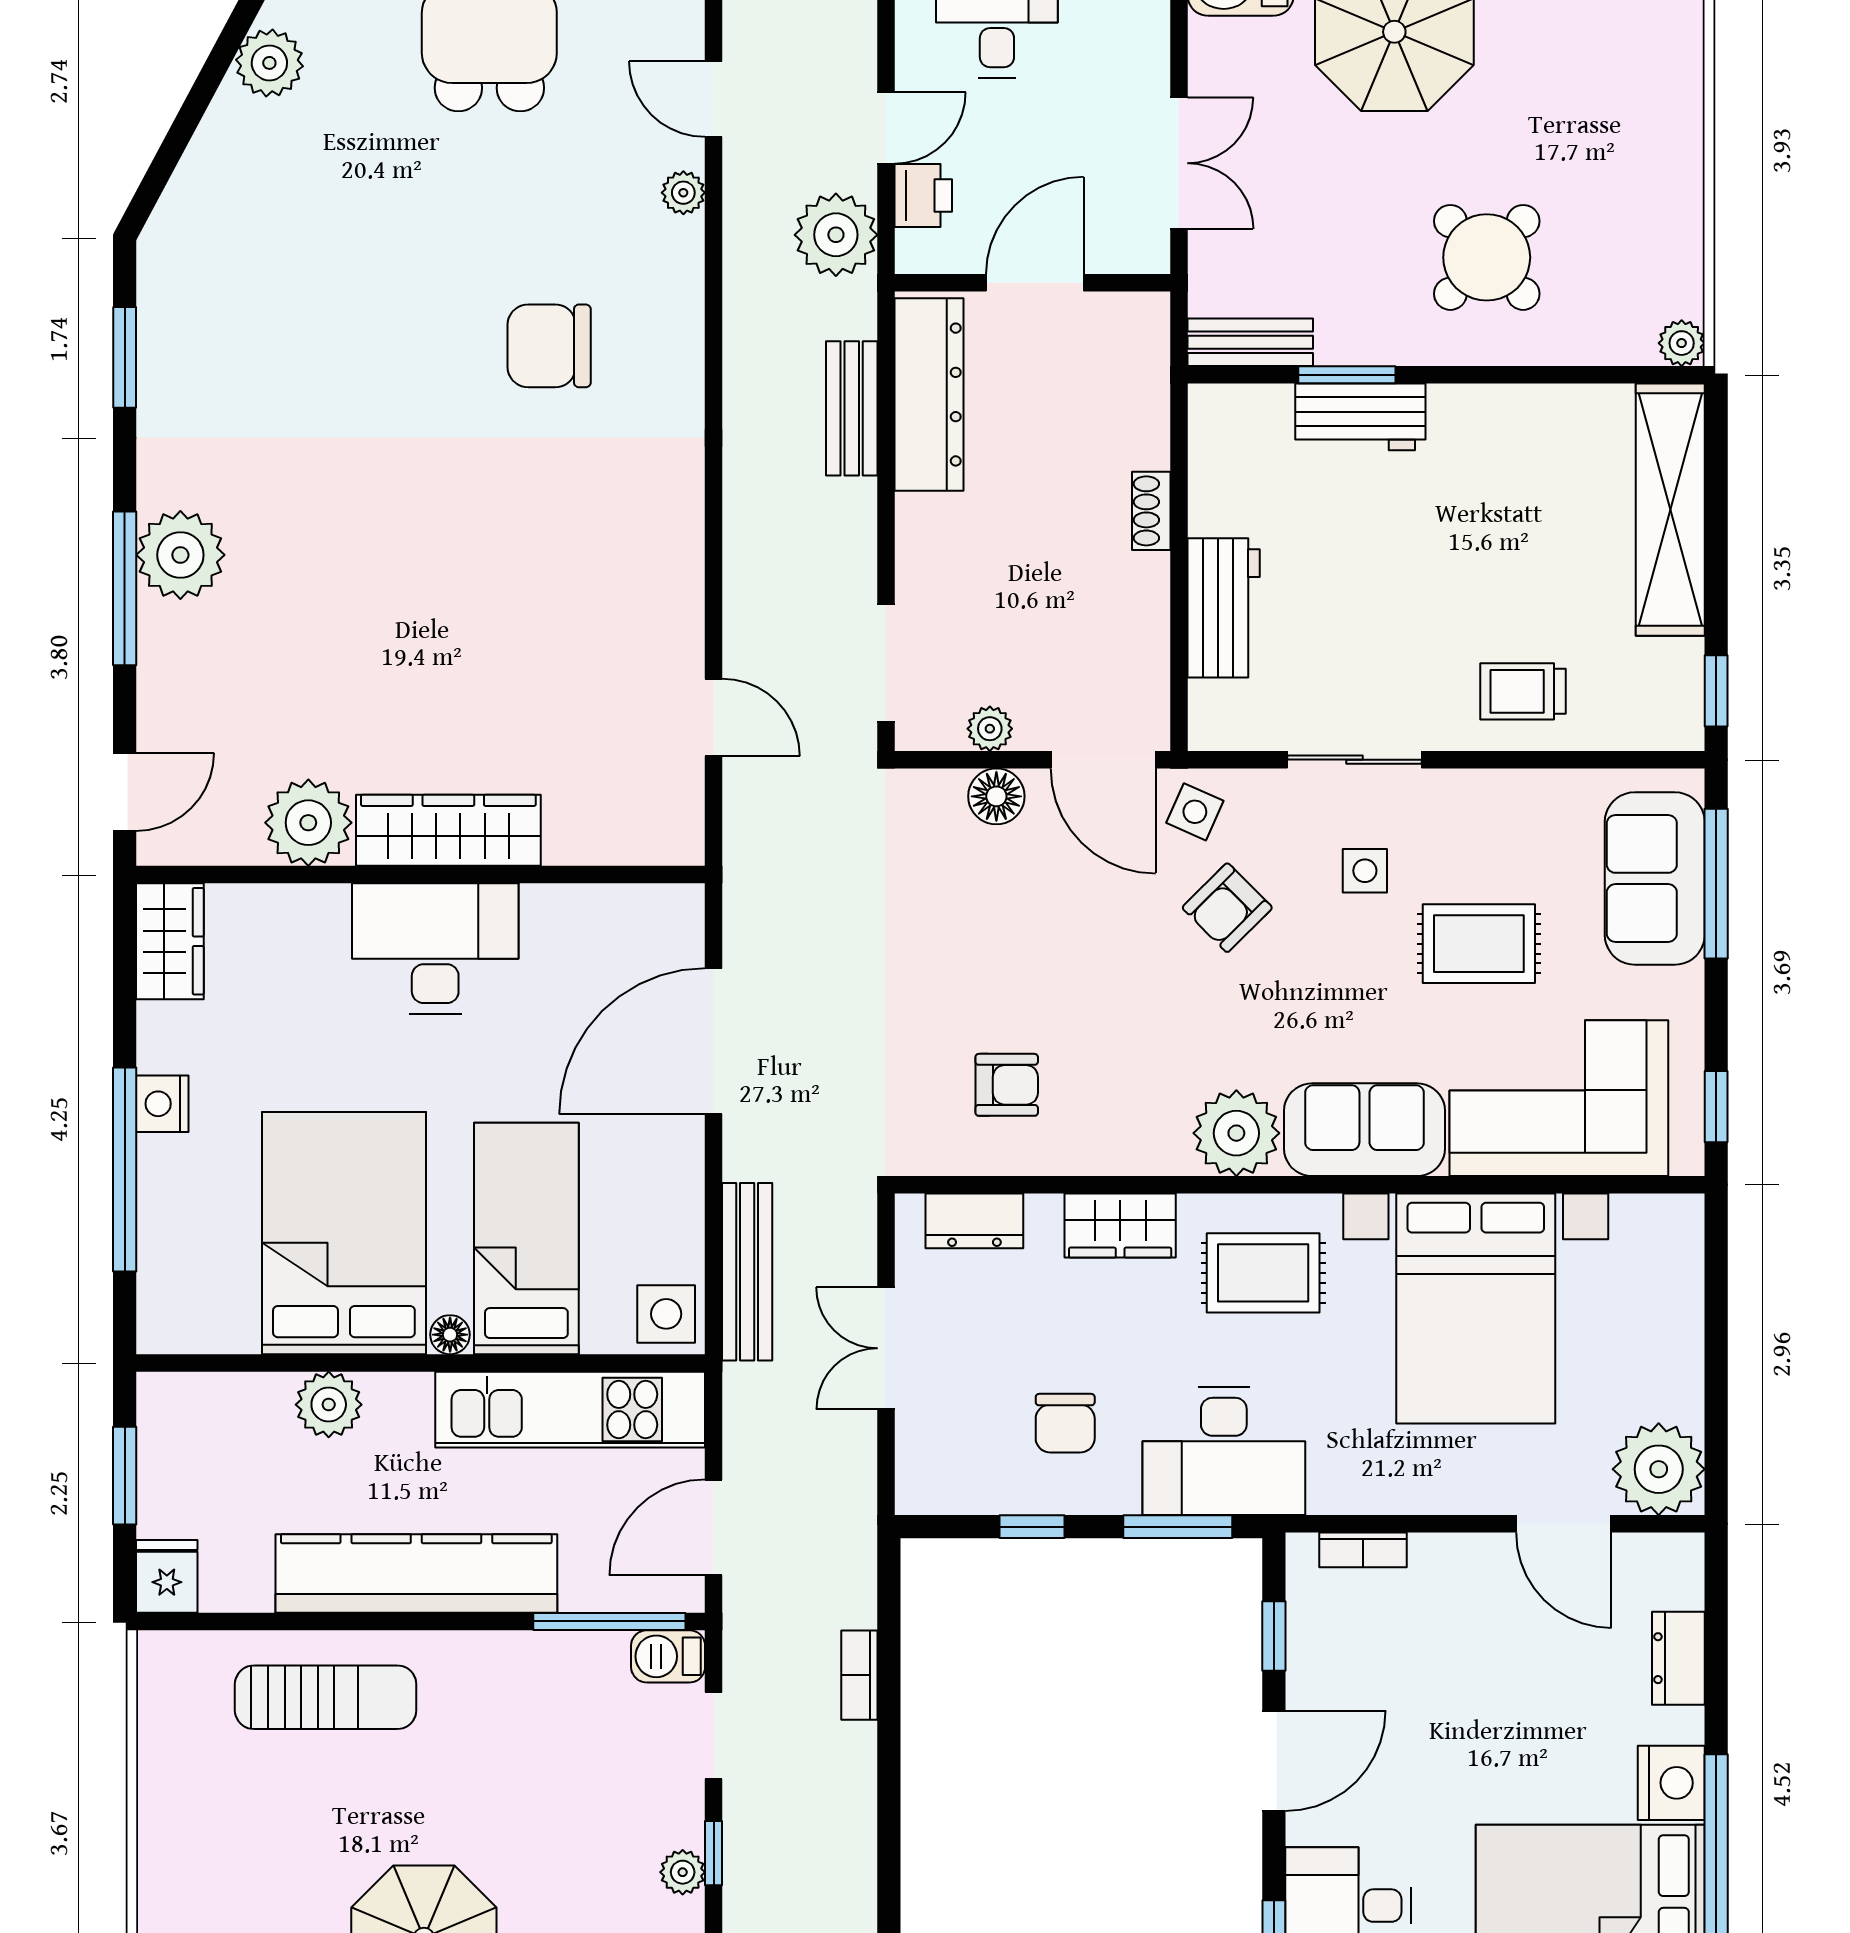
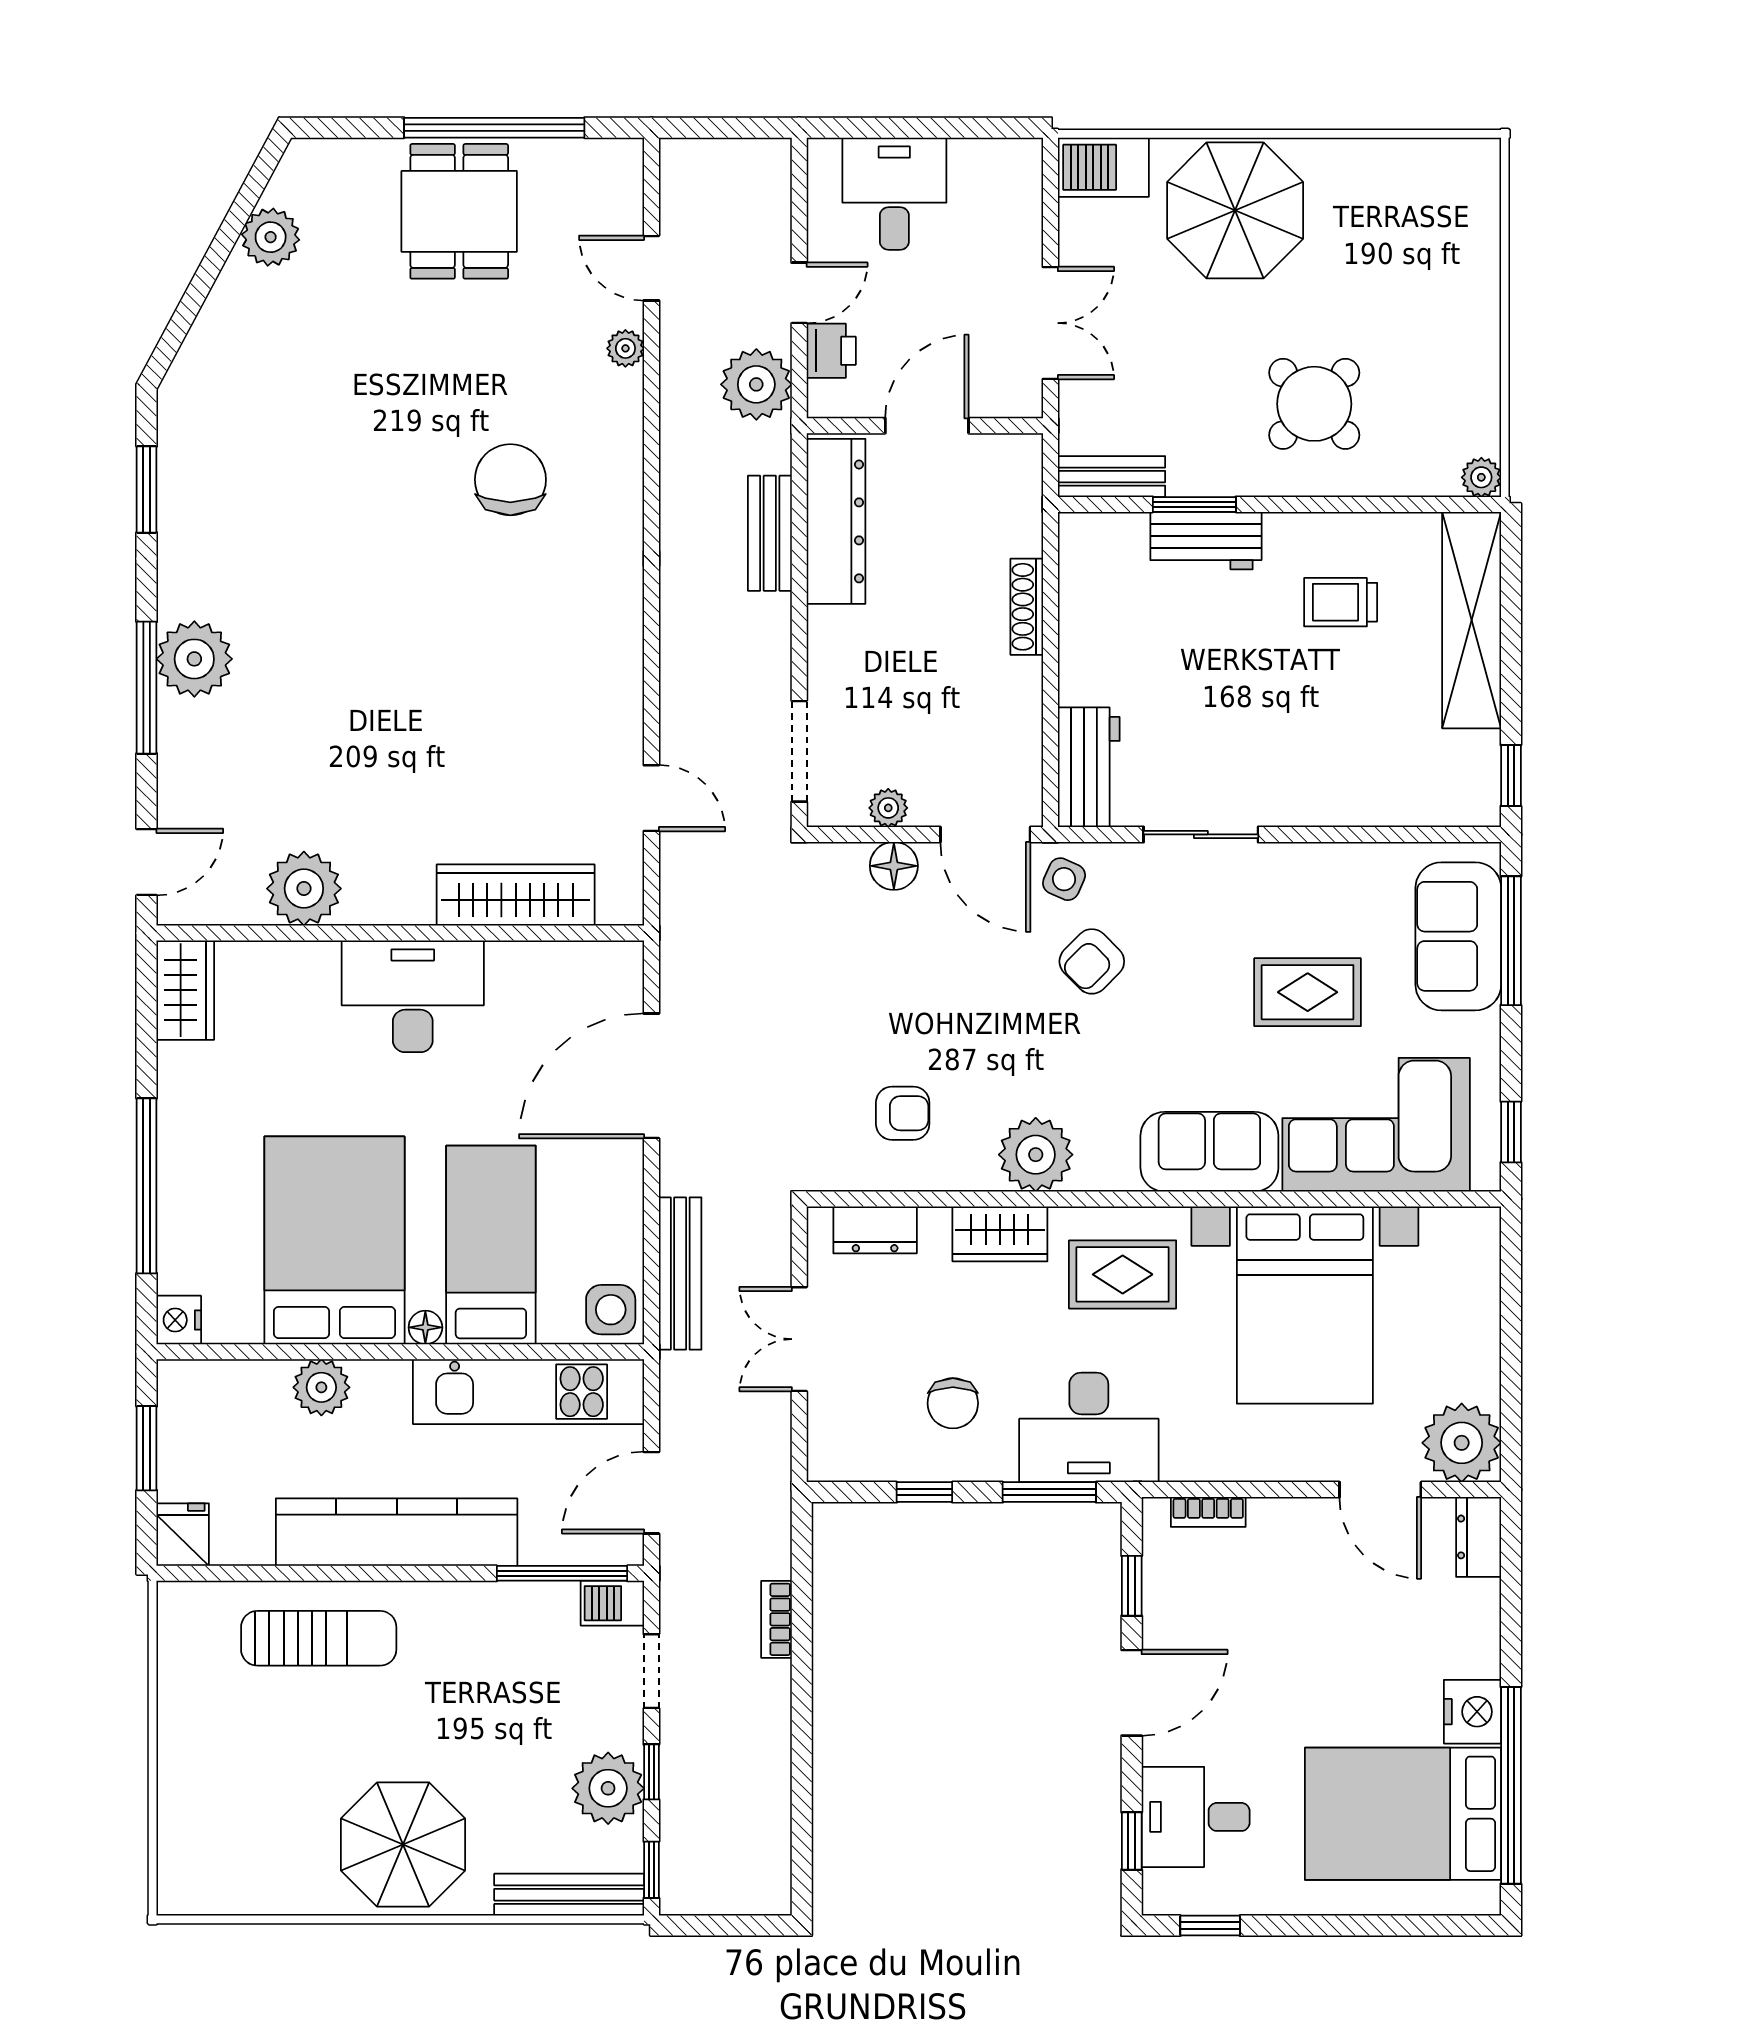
chair: (549, 346) -> (510, 480), turned 90
shoe rack: (1151, 511) -> (1027, 607), width x1.43
workbench: (1224, 608) -> (1089, 767), moved
trolley: (1523, 691) -> (1341, 602), moved
wardrobe: (448, 830) -> (516, 895), moved
side table: (1365, 871) -> (1210, 930), removed
nightstand: (162, 1104) -> (179, 1320), moved
plant: (1236, 1133) -> (1036, 1155), moved
dresser: (1678, 1658) -> (1479, 1537), moved
plant: (683, 1872) -> (608, 1788), width x1.87, depth x1.87

